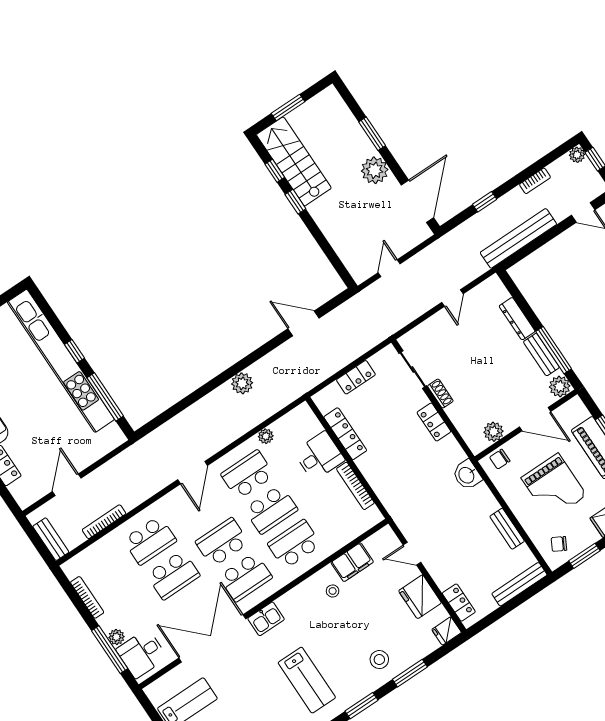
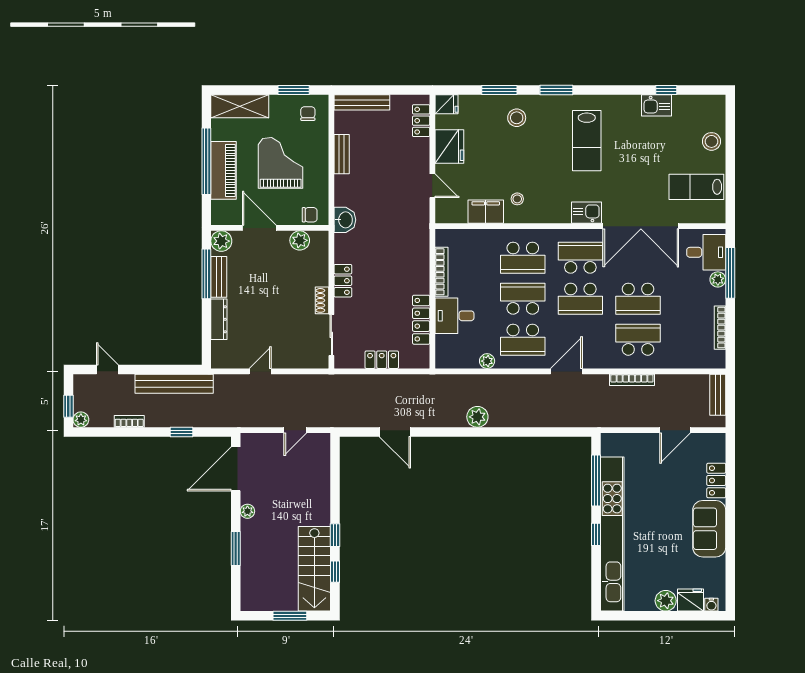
plant: (375, 170) -> (247, 511), width x0.53, depth x0.53
bookcase: (104, 522) -> (632, 380), moved
chair: (559, 544) -> (308, 114), turned -119
school desk: (173, 575) -> (638, 299), turned 180
lab bench: (307, 680) -> (587, 141), turned 180

